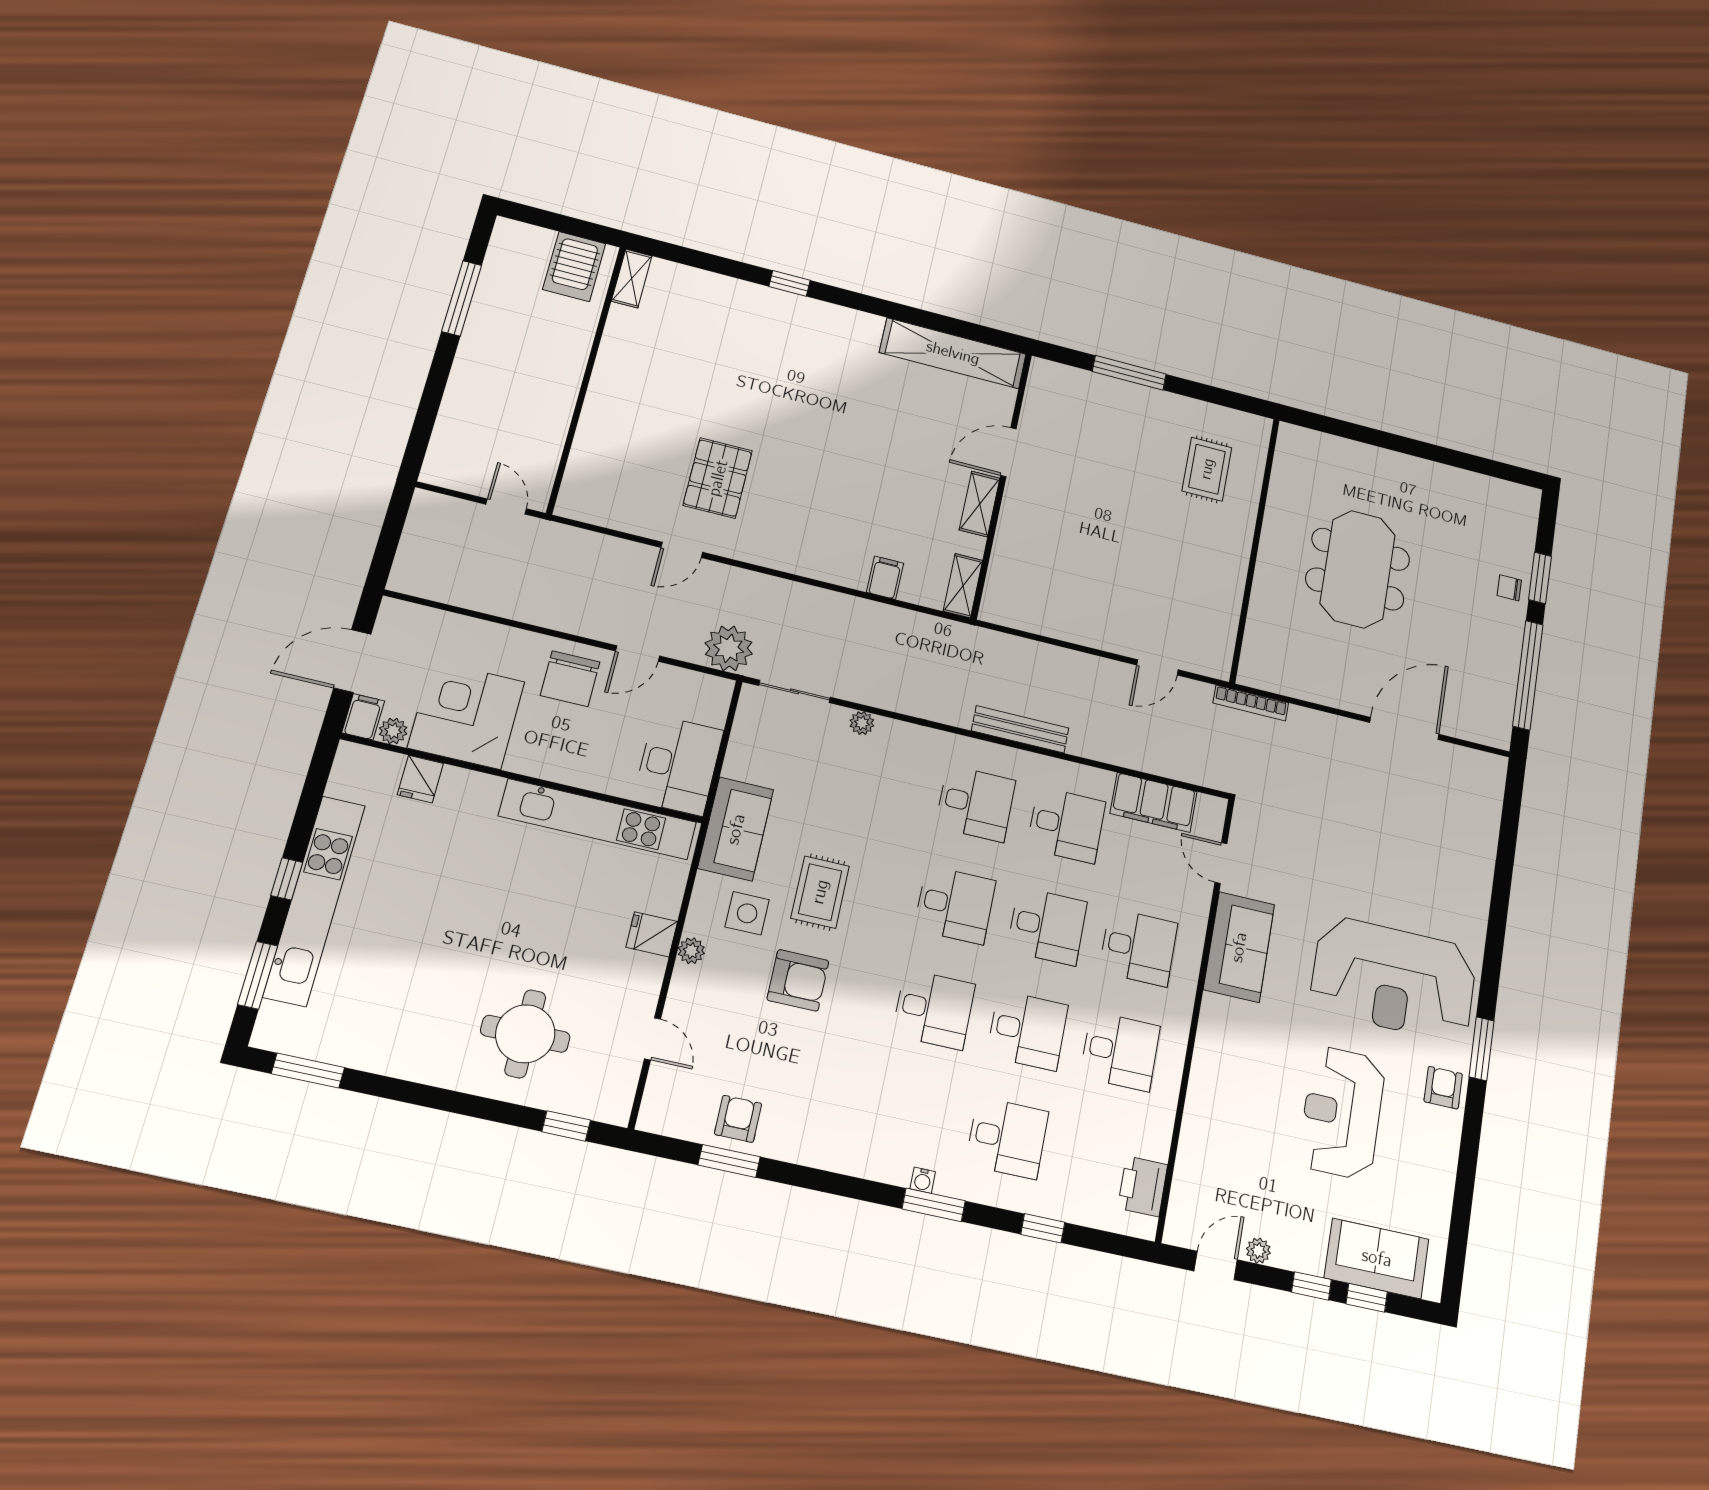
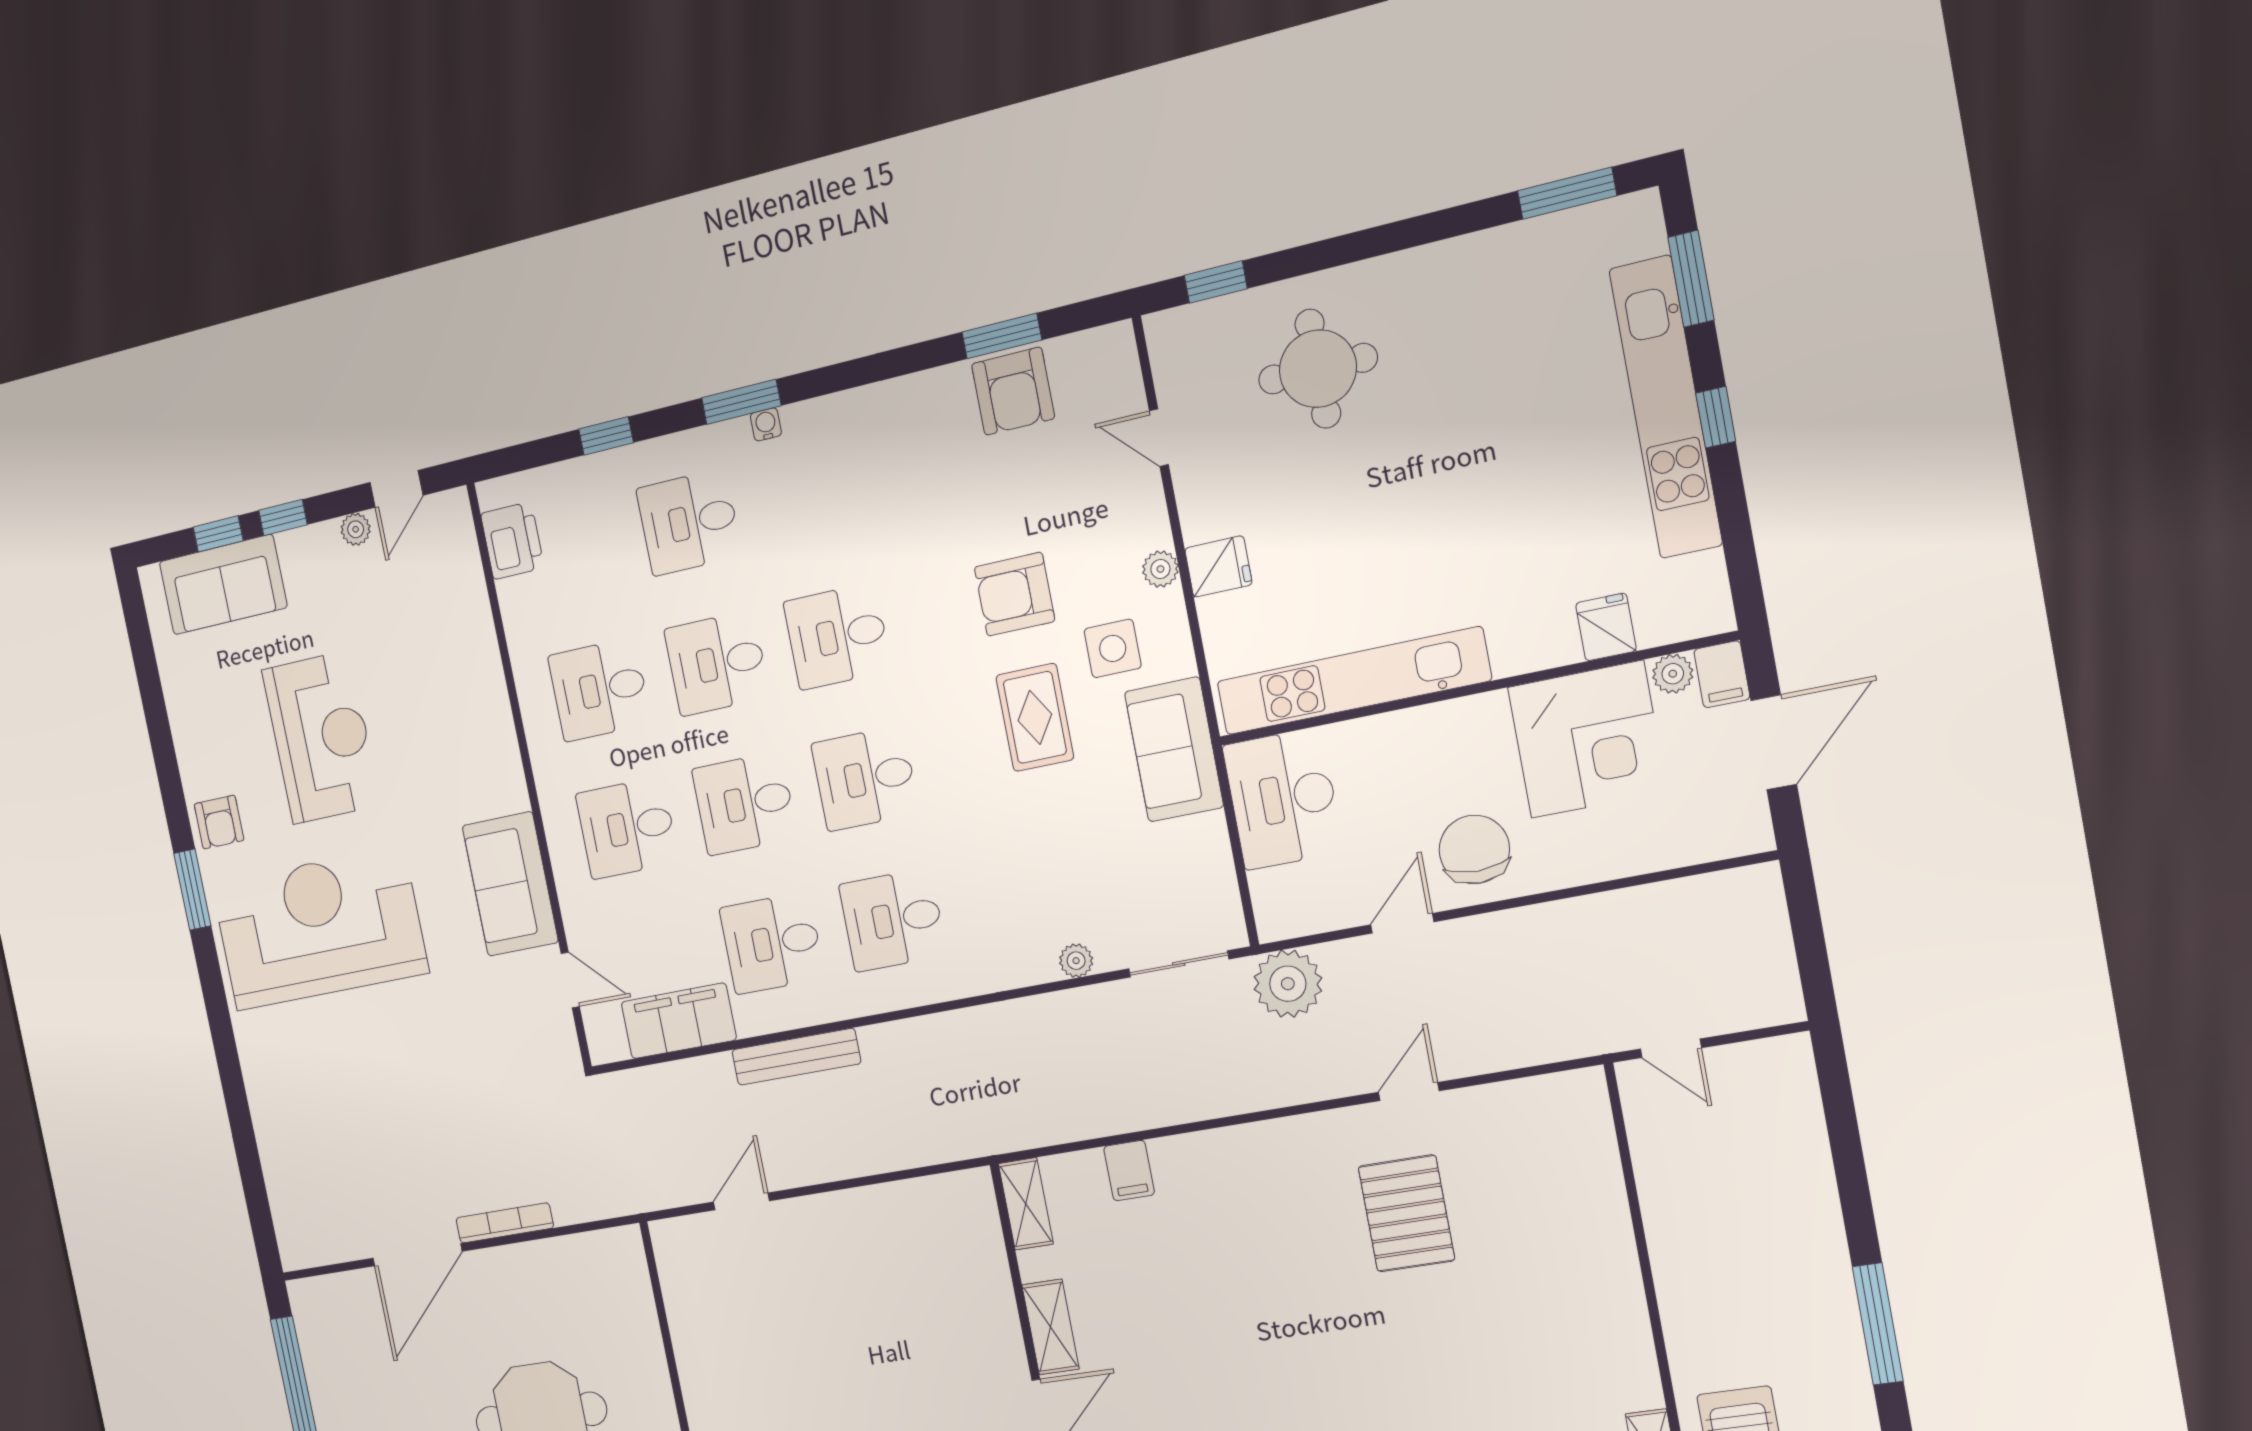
bookcase: (1251, 703) -> (505, 1223), moved
bench: (1020, 729) -> (796, 1057), moved
armchair: (738, 1119) -> (1013, 391), width x1.38, depth x1.38

